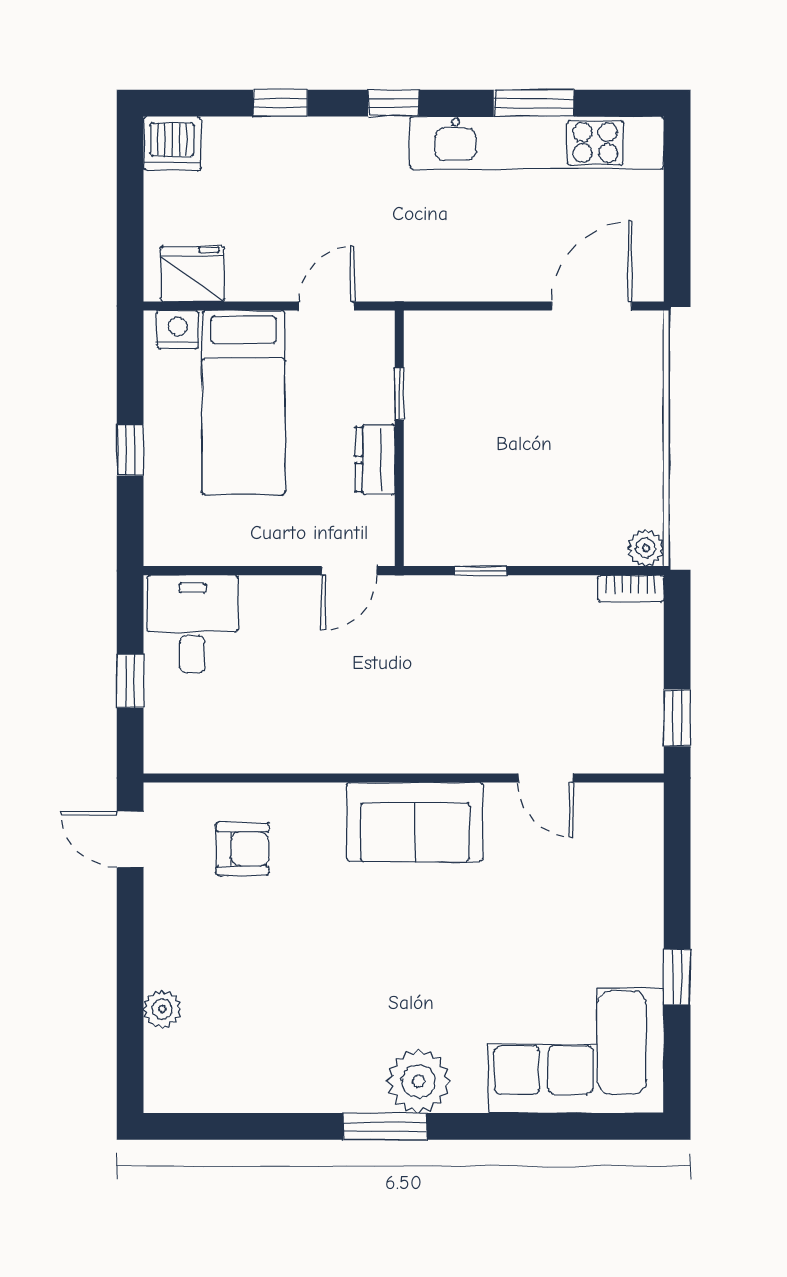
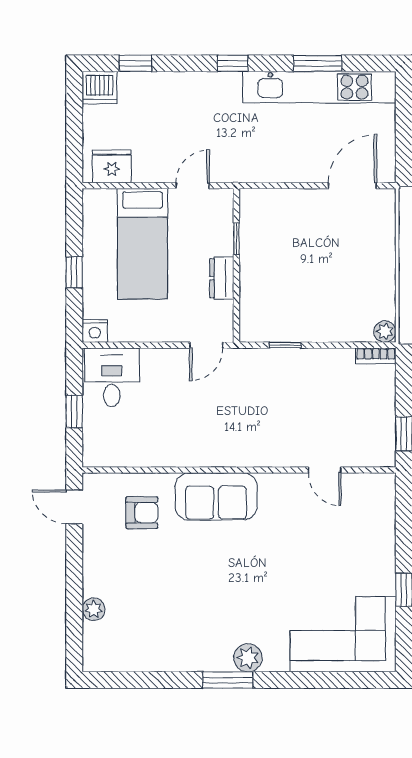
window: (280, 103) -> (135, 63), moved
nightstand: (178, 330) -> (95, 331), moved, turned 180
sofa: (415, 822) -> (216, 496), moved
plant: (418, 1081) -> (248, 658), width x0.73, depth x0.73

